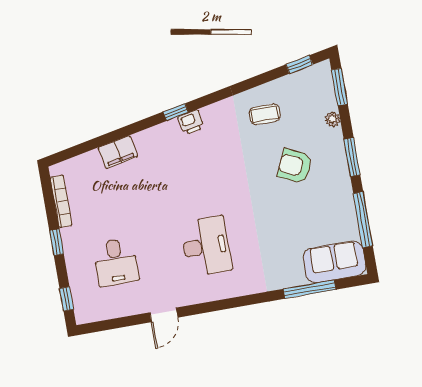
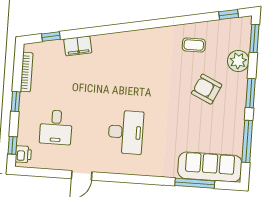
window: (176, 112) -> (51, 37), moved
plant: (333, 119) -> (238, 61), width x1.87, depth x1.87
printer: (191, 122) -> (23, 154), moved, turned -79
sofa: (334, 262) -> (210, 167), width x1.36

